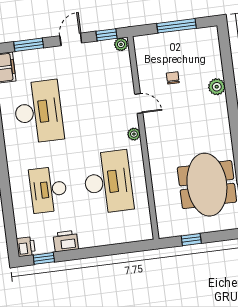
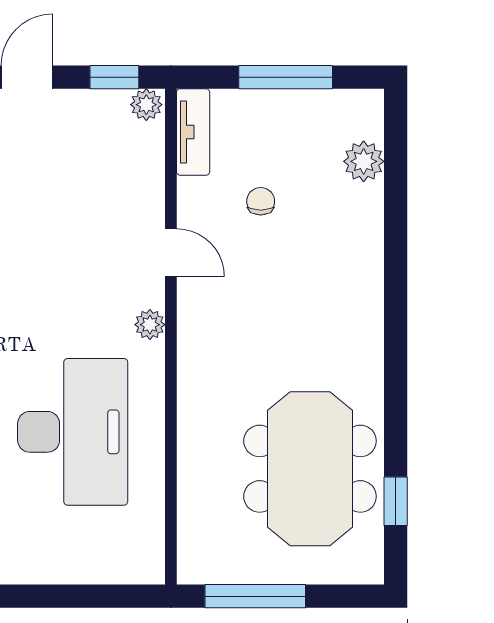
tv unit: (142, 53) -> (193, 132), added
plant: (217, 87) -> (364, 161), moved
window: (191, 240) -> (255, 596), width x2.17

